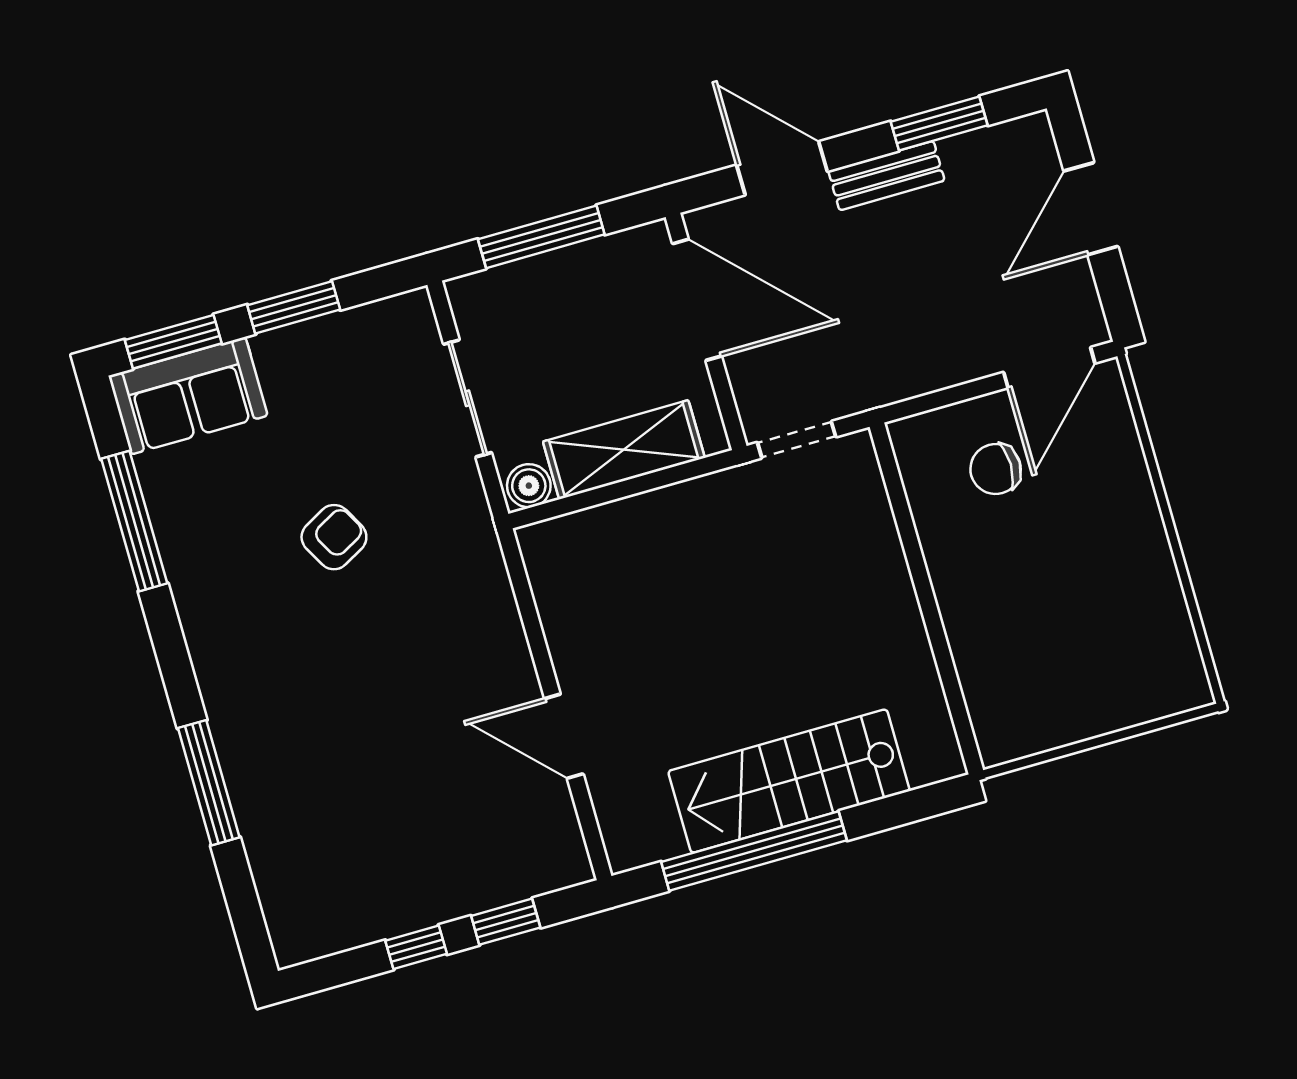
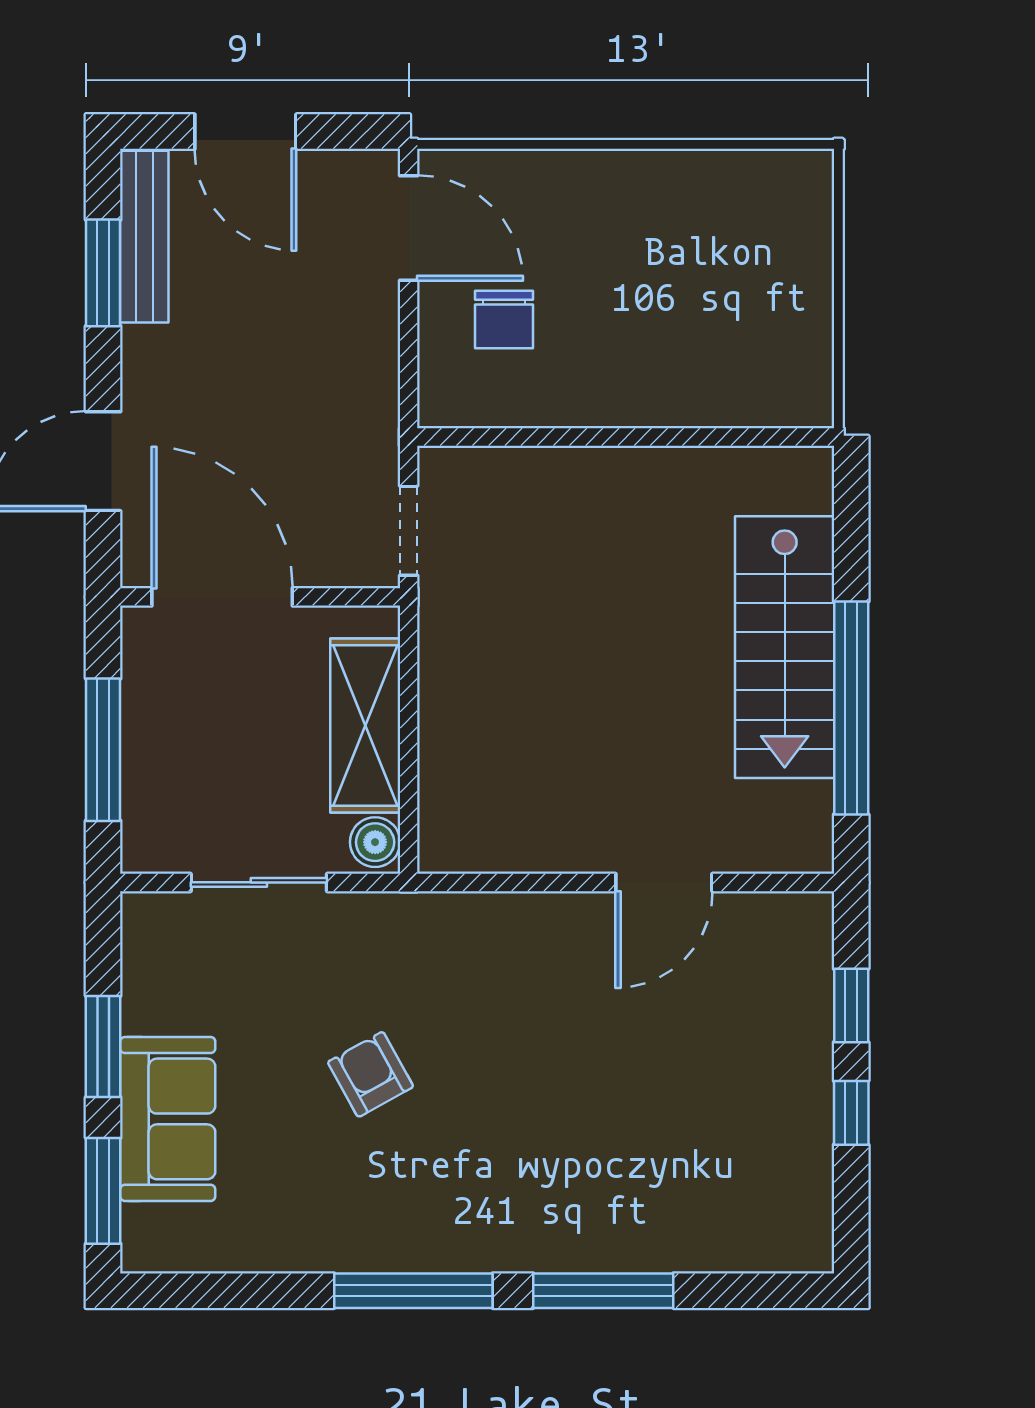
bench: (886, 176) -> (144, 237), moved, width x1.36
door: (697, 300) -> (222, 597), hinge flipped
sofa: (188, 396) -> (168, 1119), moved
window: (134, 521) -> (413, 1291), moved

